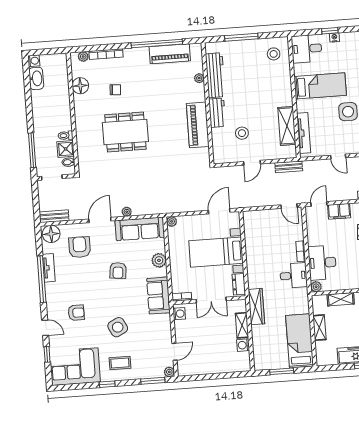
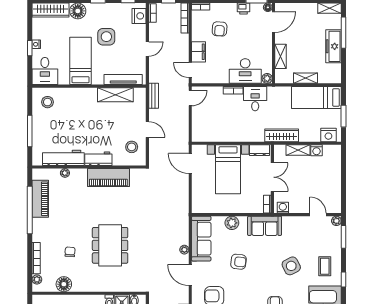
stool: (242, 133) -> (132, 147), moved
plant: (172, 221) -> (196, 208), removed
nightstand: (260, 357) -> (328, 135), added

